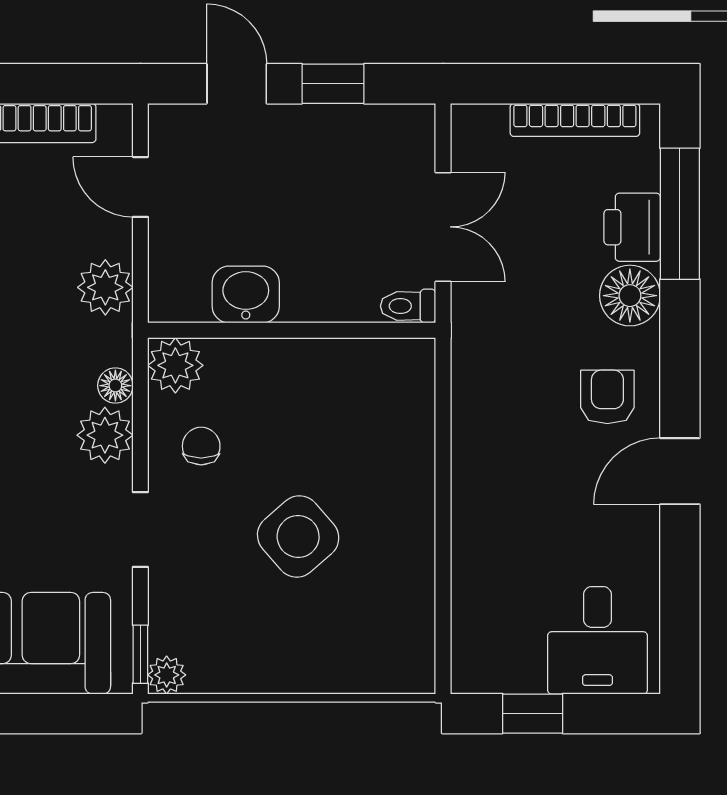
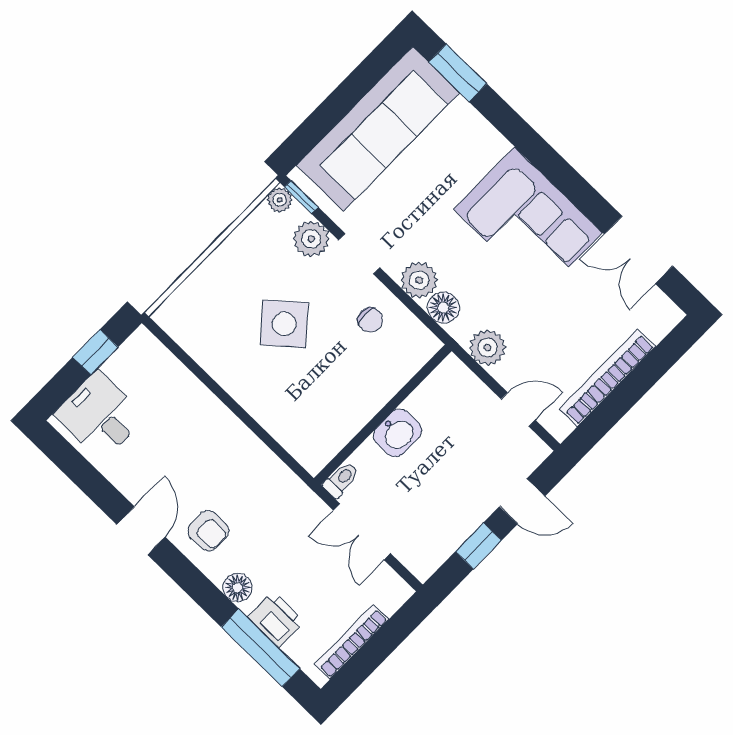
washbasin: (246, 295) -> (397, 433), moved
floor lamp: (630, 296) -> (238, 587), width x0.73, depth x0.73
plant: (175, 365) -> (311, 239), moved
floor lamp: (115, 386) -> (443, 308), width x1.37, depth x1.37

